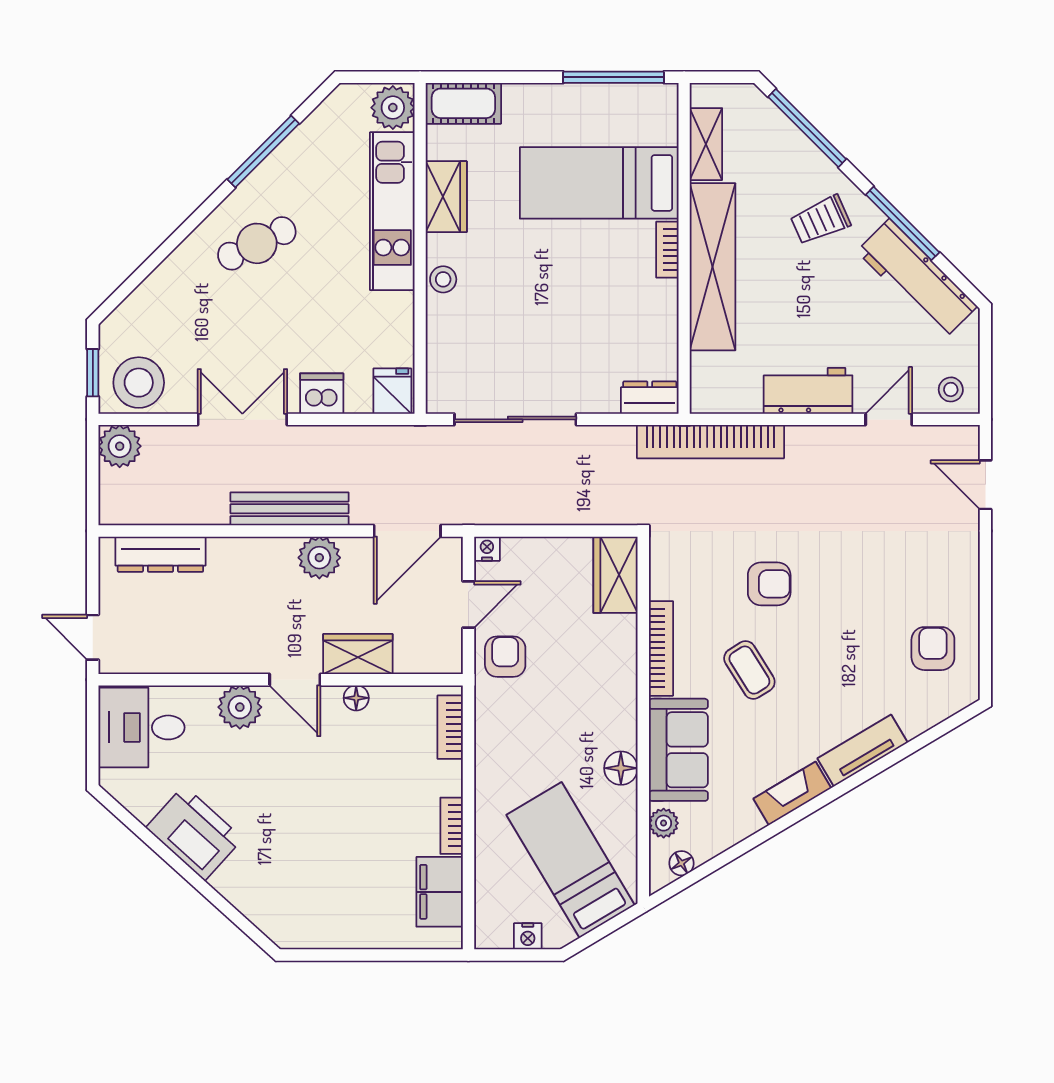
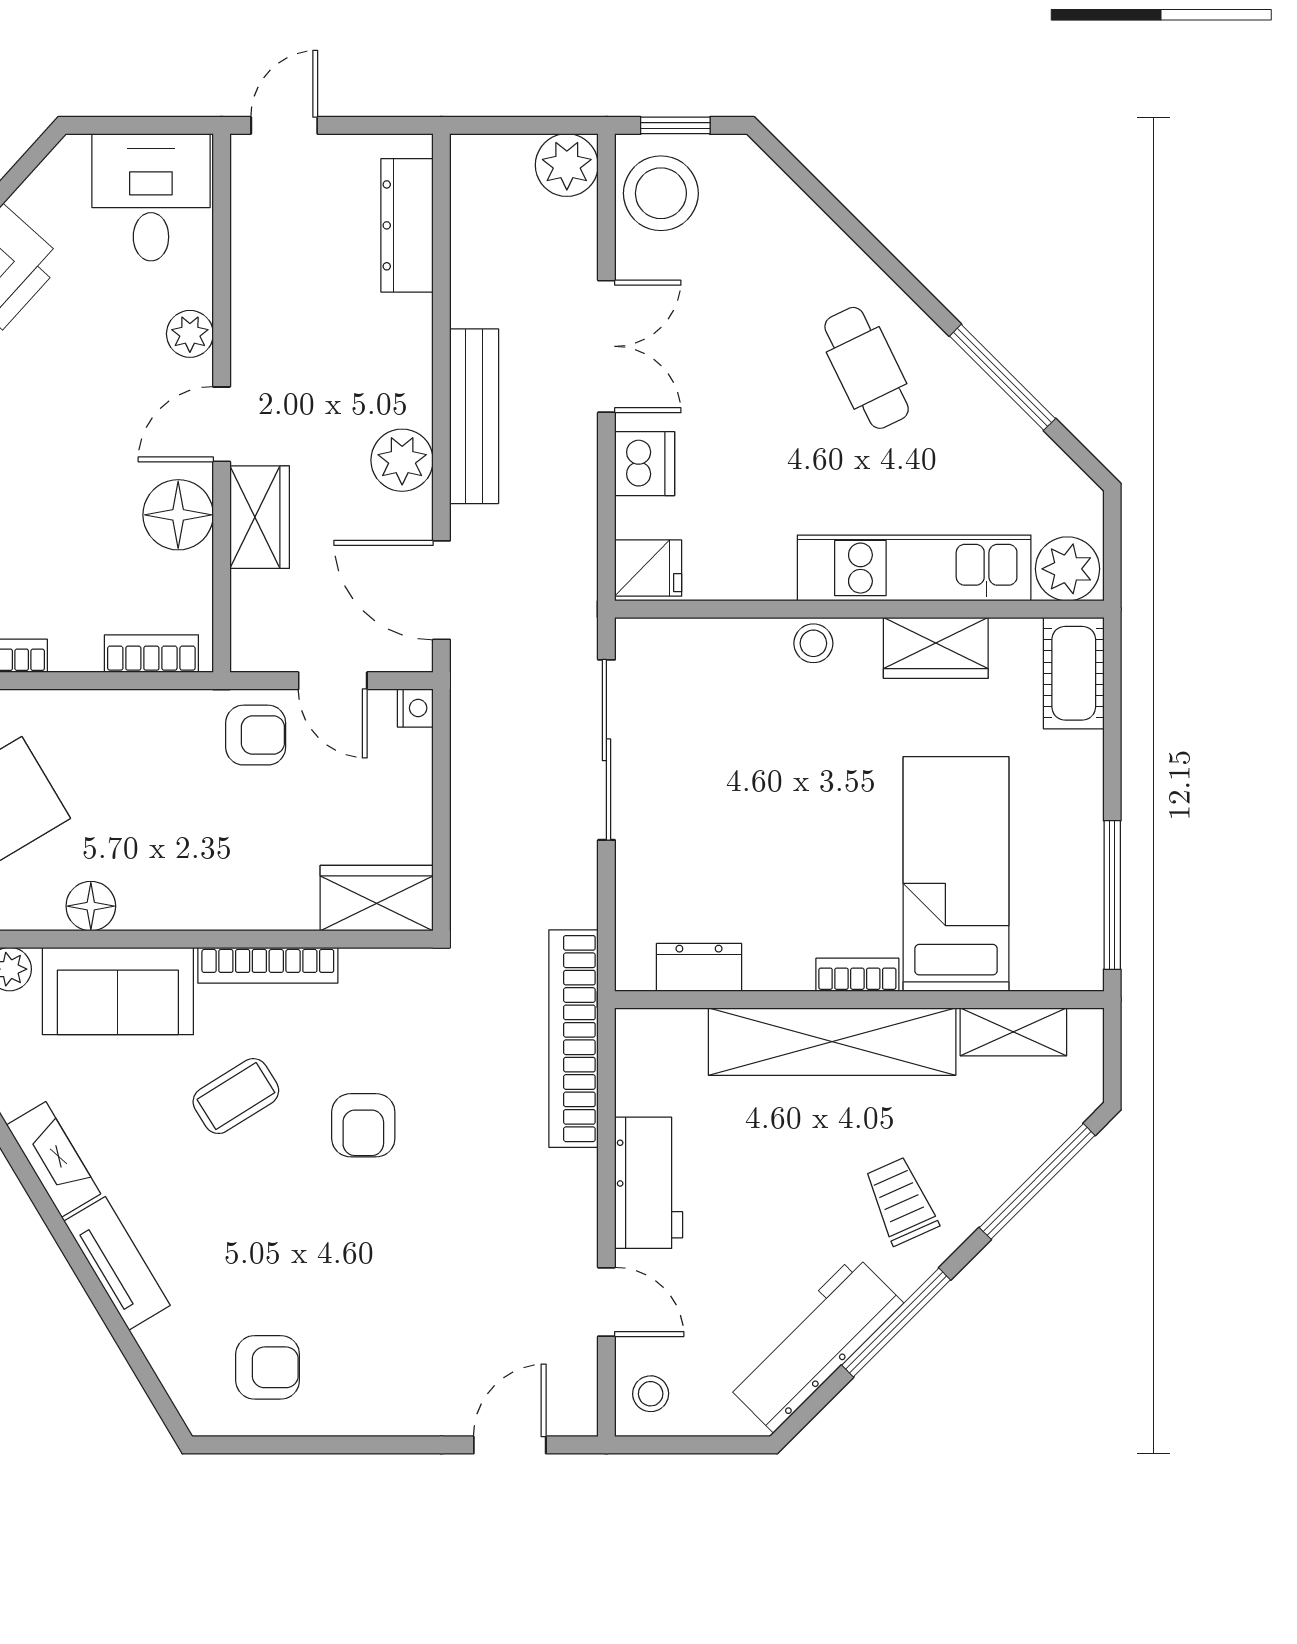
dresser: (650, 398) -> (699, 967), moved, turned -90
floor lamp: (356, 698) -> (178, 515), width x1.89, depth x1.89
plant: (240, 707) -> (190, 334), width x0.73, depth x0.73

